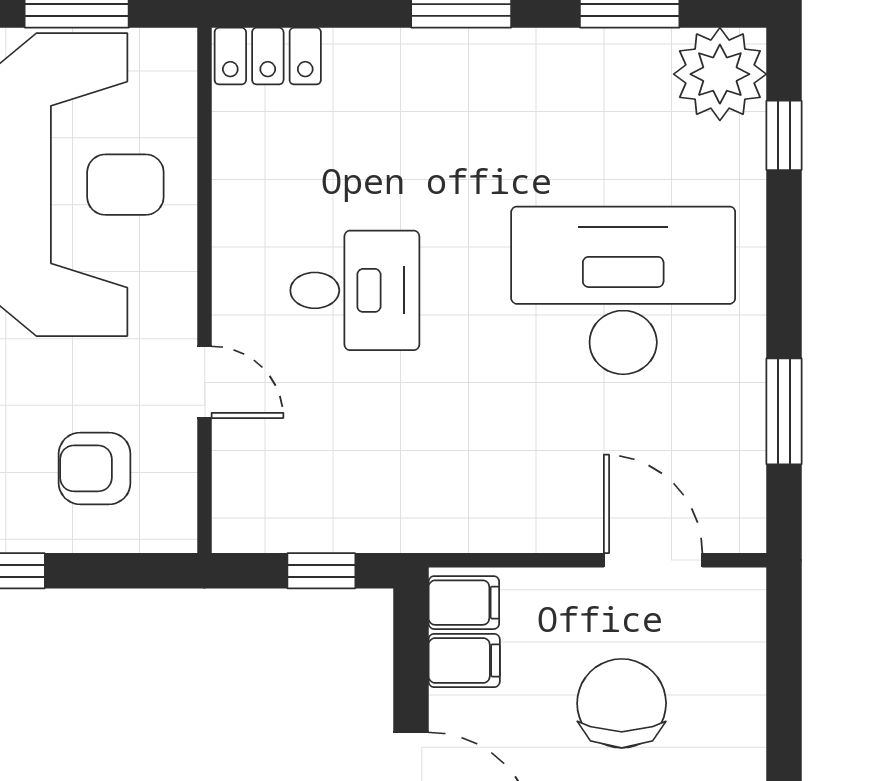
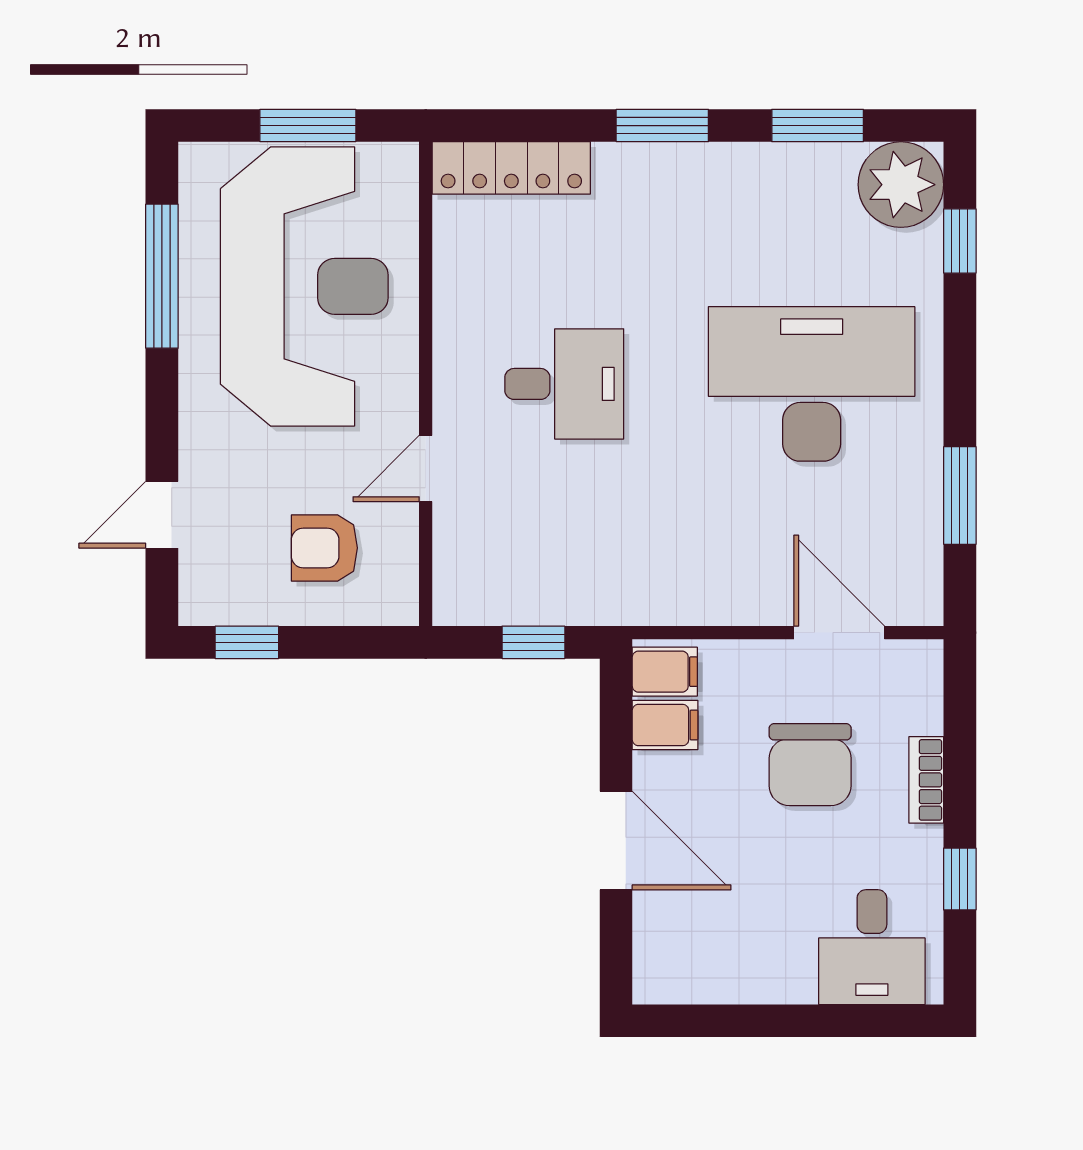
locker: (268, 56) -> (511, 168), width x1.53
door: (205, 382) -> (426, 469), swing flipped
chair: (622, 703) -> (810, 765), turned 180
bookcase: (748, 720) -> (926, 780), added

